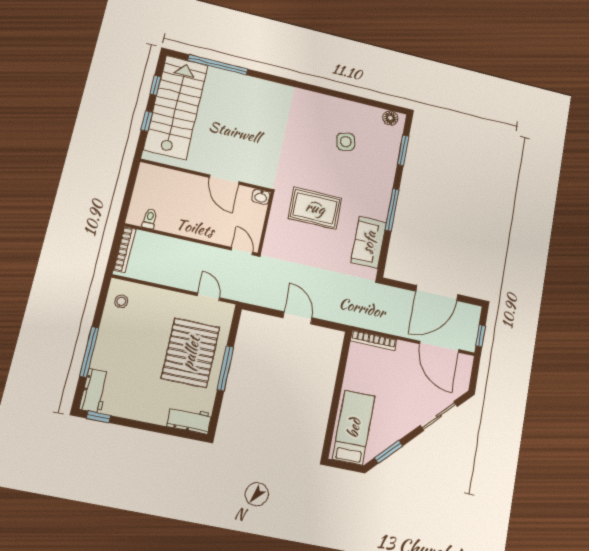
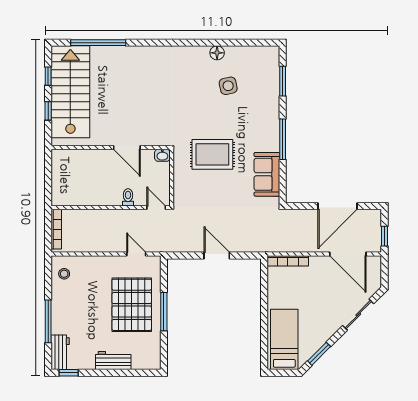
floor lamp: (390, 118) -> (217, 53), moved
toilet: (150, 219) -> (128, 197), moved
workbench: (189, 420) -> (113, 361), moved

